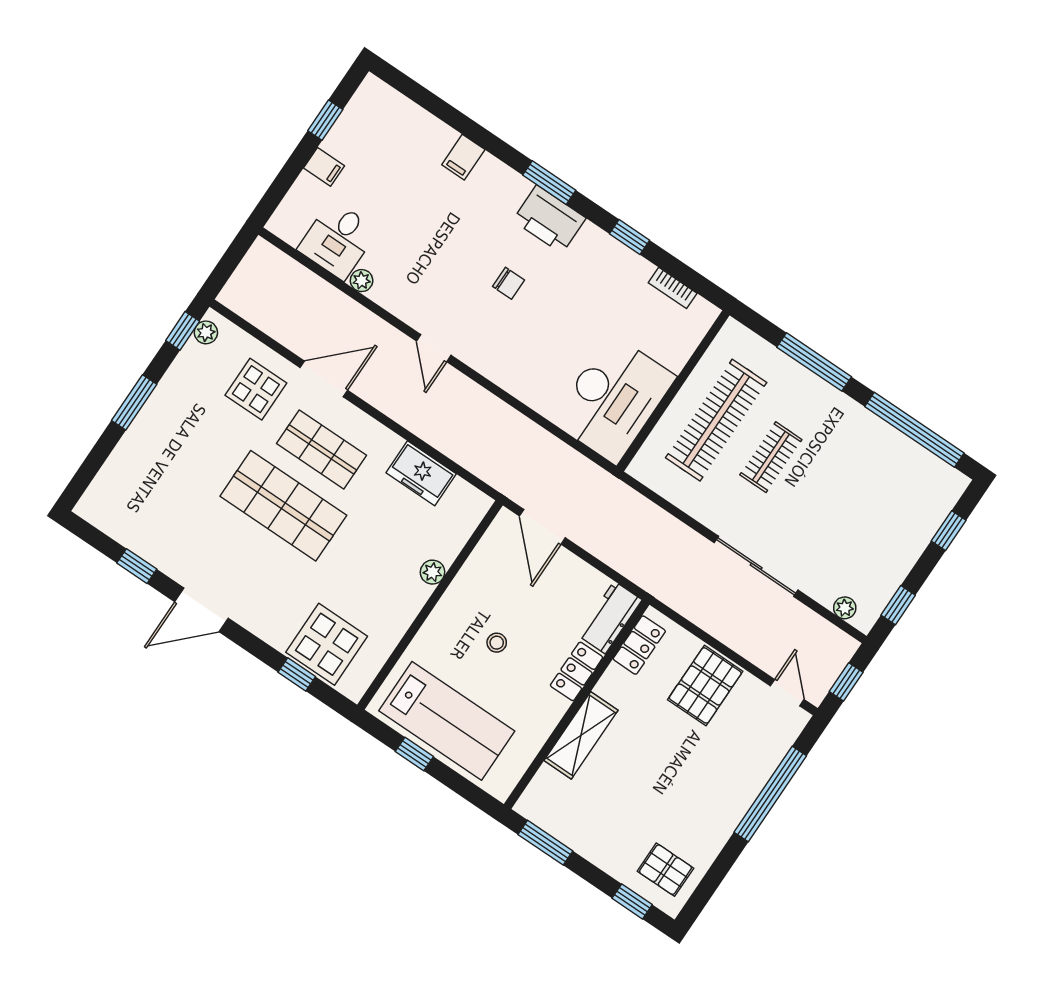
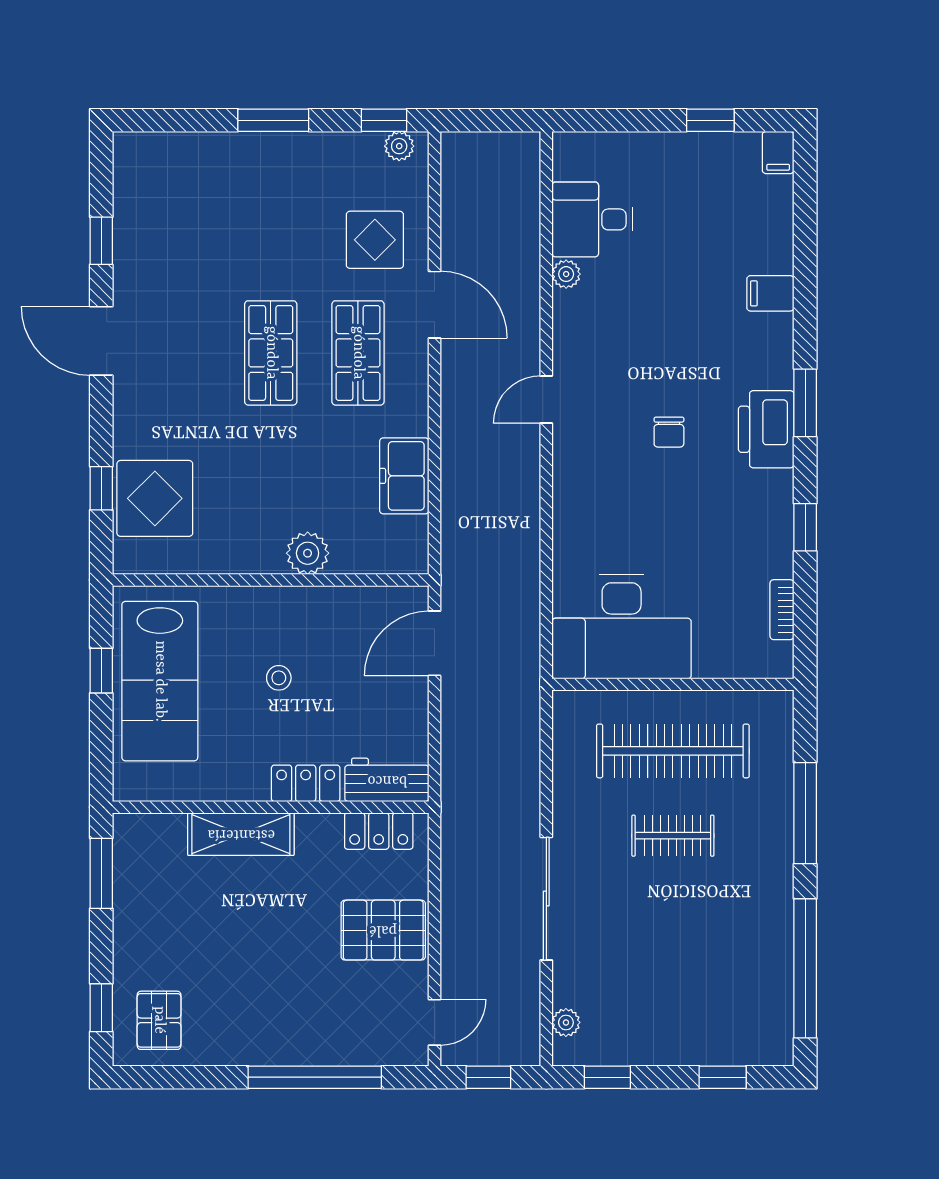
filing cabinet: (324, 167) -> (778, 152), moved
shop shelf: (283, 506) -> (271, 353), width x0.70, depth x0.74
plant: (433, 572) -> (308, 553), width x1.38, depth x1.38

